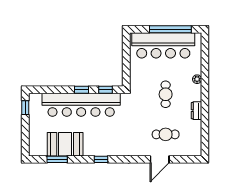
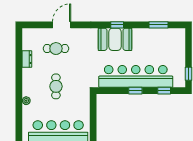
window: (105, 90) -> (164, 91), moved
dresser: (196, 111) -> (27, 59), moved
booth: (65, 144) -> (115, 39), moved

